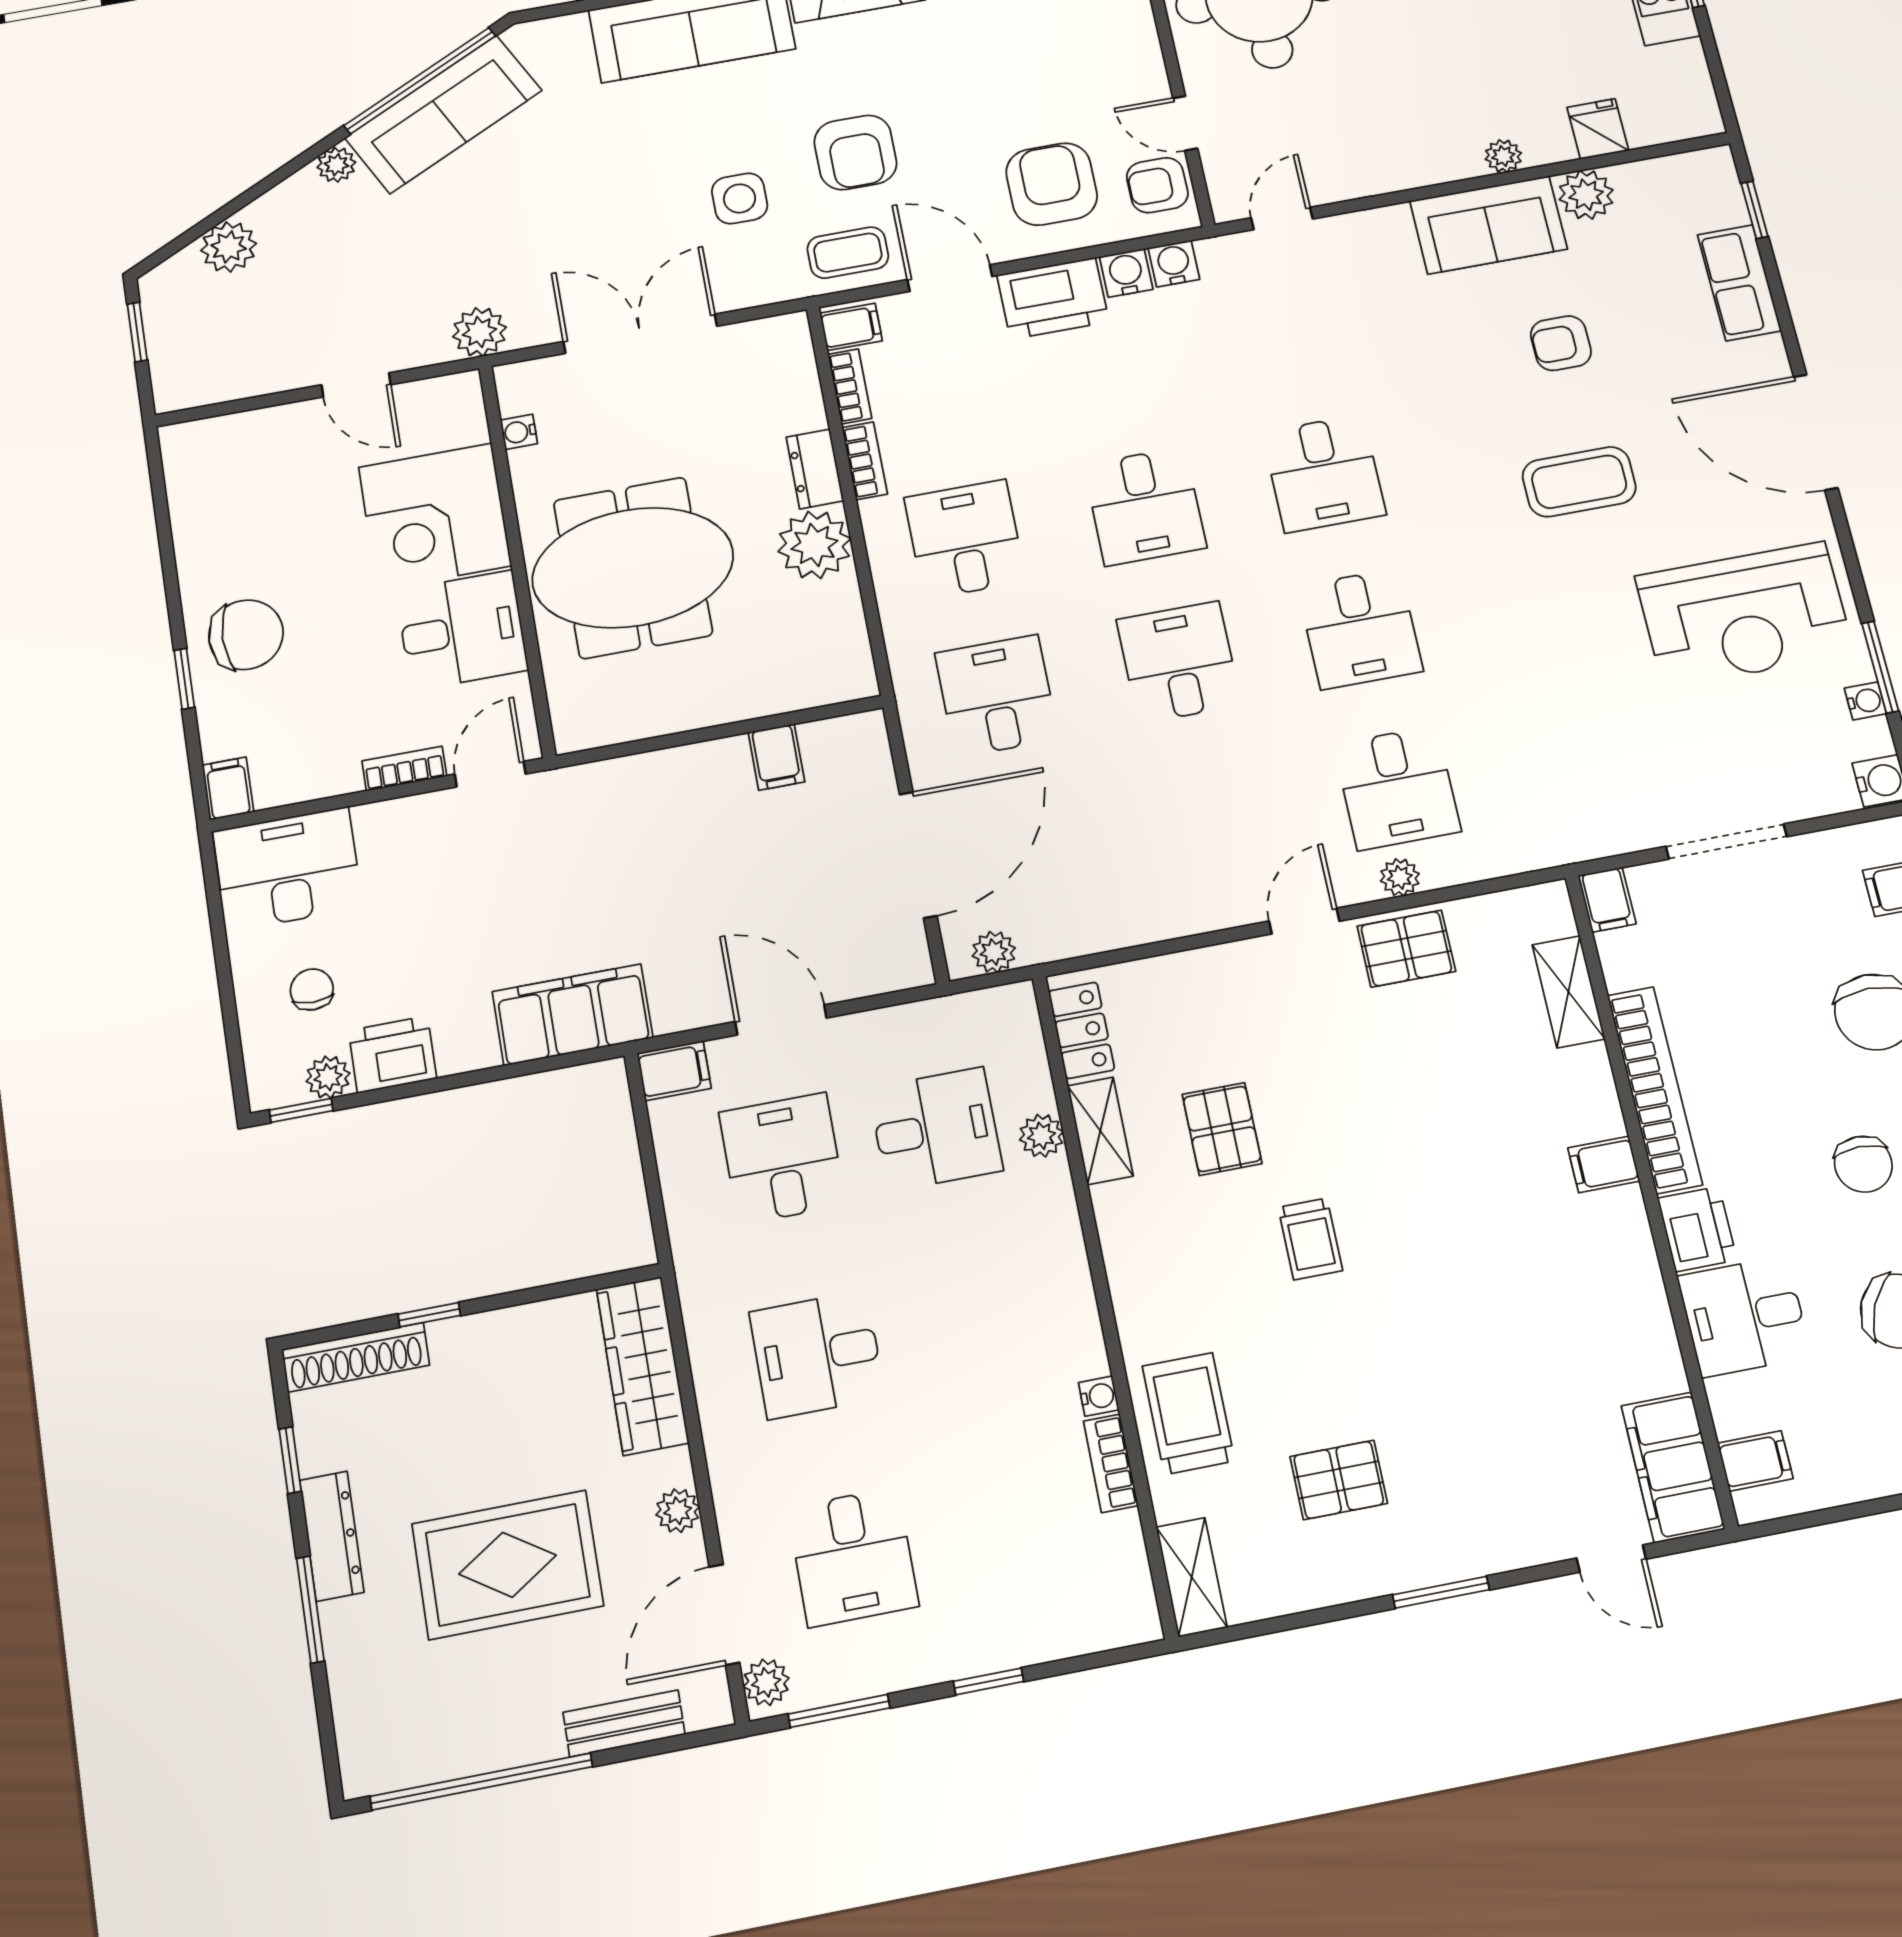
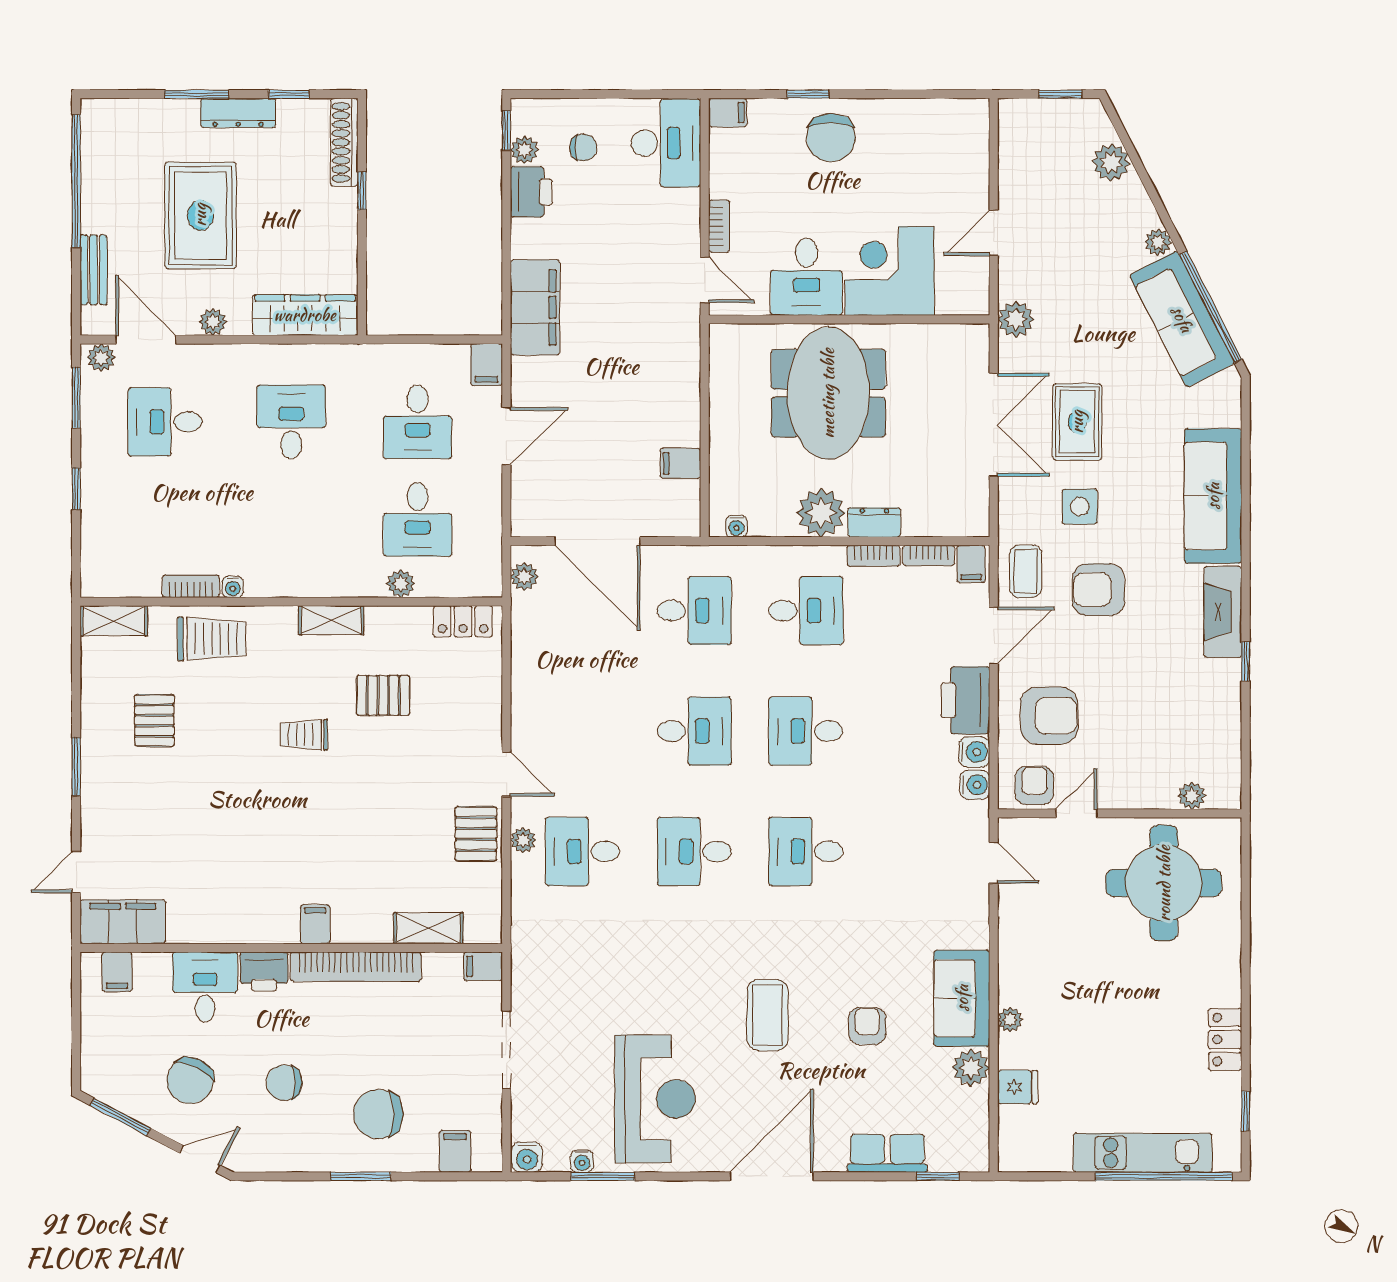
rug: (616, 224) -> (1077, 422), added
water cooler: (519, 432) -> (737, 526), moved, turned 180
reception desk: (1744, 615) -> (655, 1099), turned 180
shelving: (1100, 1131) -> (331, 620), moved
desk: (782, 1158) -> (418, 422), turned 90

